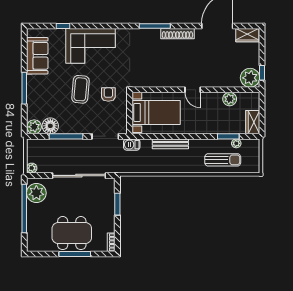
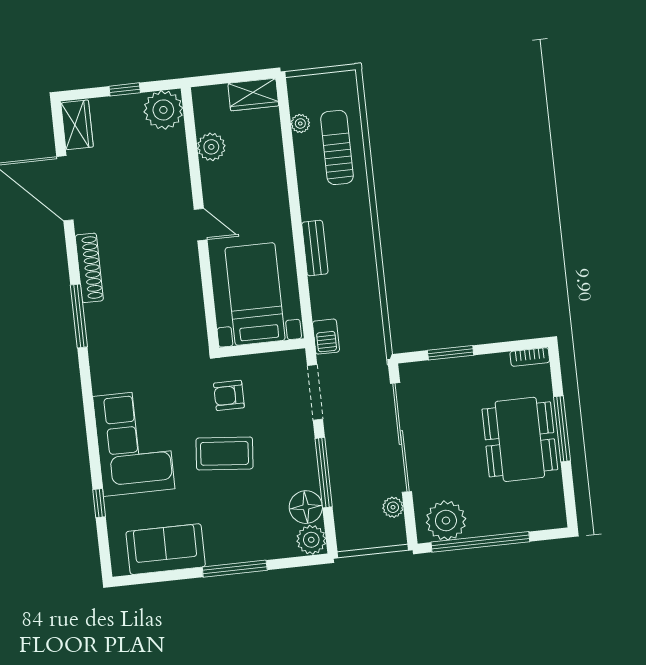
window: (262, 73) -> (125, 89), moved
door: (193, 90) -> (201, 225), hinge flipped
window: (228, 136) -> (288, 141), removed
bench: (170, 144) -> (315, 248), width x0.73
plant: (32, 168) -> (393, 507), moved

